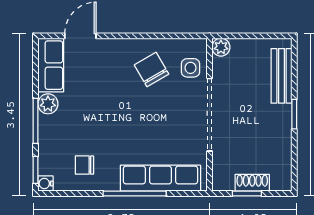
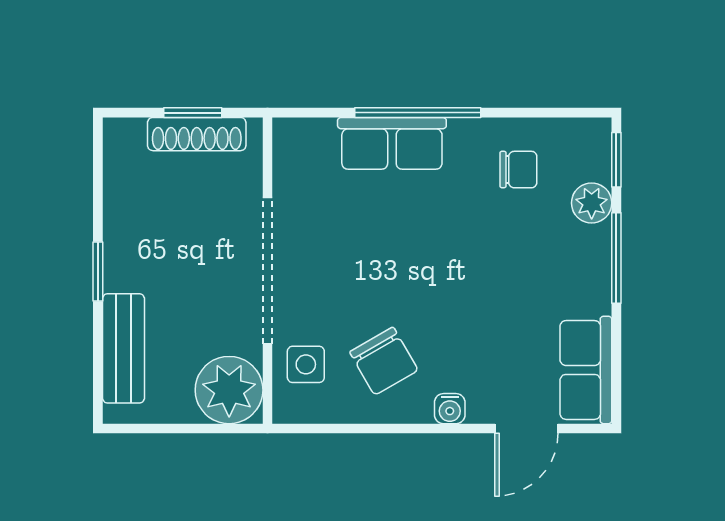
plant: (221, 47) -> (229, 390), width x1.88, depth x1.88
plant: (48, 104) -> (592, 203), moved
row of seats: (160, 178) -> (392, 143), width x0.68
shoe rack: (252, 183) -> (197, 134), width x1.43
water cooler: (45, 184) -> (450, 409), moved, turned 90

